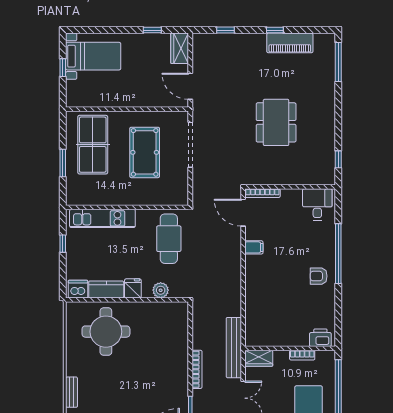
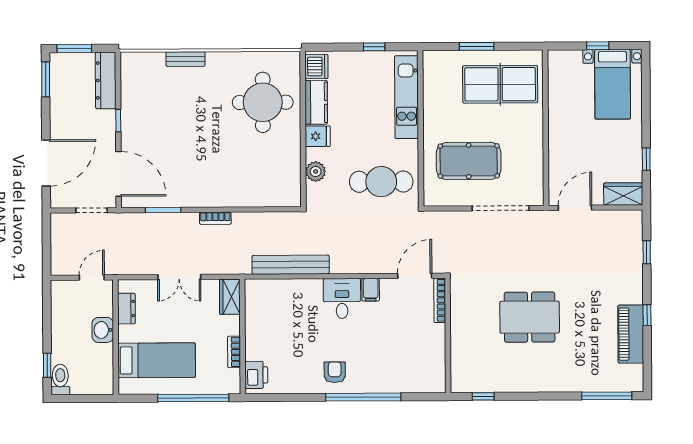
pool table: (145, 152) -> (469, 161), moved
desk: (317, 204) -> (342, 299), moved, turned -90
bench: (234, 348) -> (291, 265), moved
bookcase: (197, 369) -> (215, 218), width x0.64

